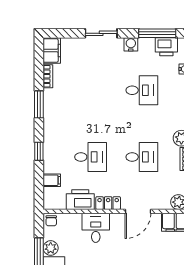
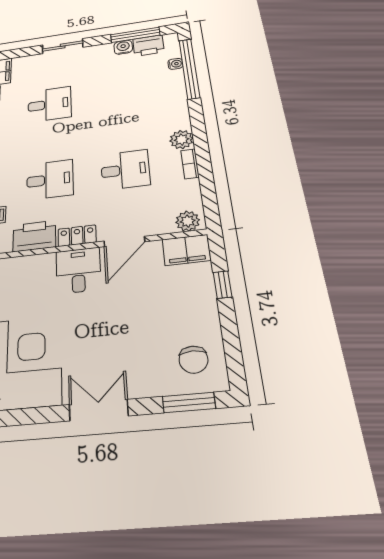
water cooler: (131, 44) -> (123, 47), moved
desk: (142, 90) -> (50, 104), moved
desk: (96, 228) -> (78, 270), moved

